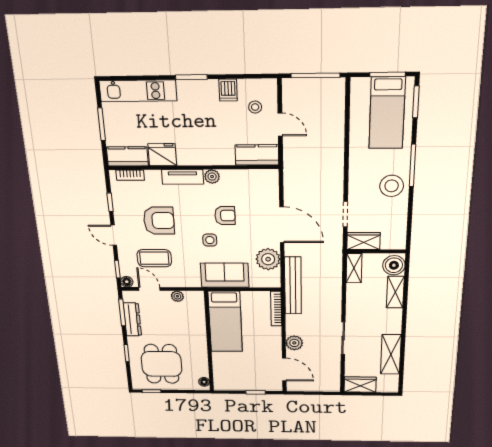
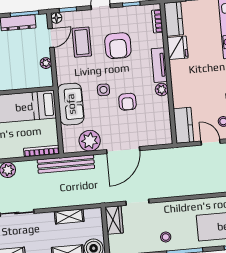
door: (280, 125) -> (211, 142), swing flipped
stool: (392, 186) -> (166, 237), width x0.53, depth x0.53
shelving: (354, 268) -> (69, 216), moved

